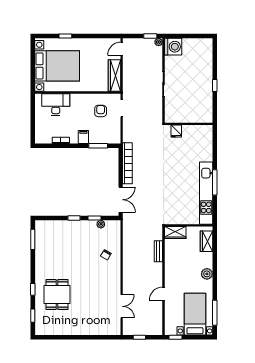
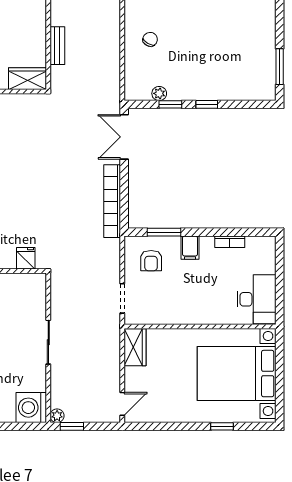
wardrobe: (114, 76) -> (135, 347), width x0.67
desk: (56, 105) -> (256, 299), moved, turned -90
armchair: (101, 111) -> (151, 261), moved

